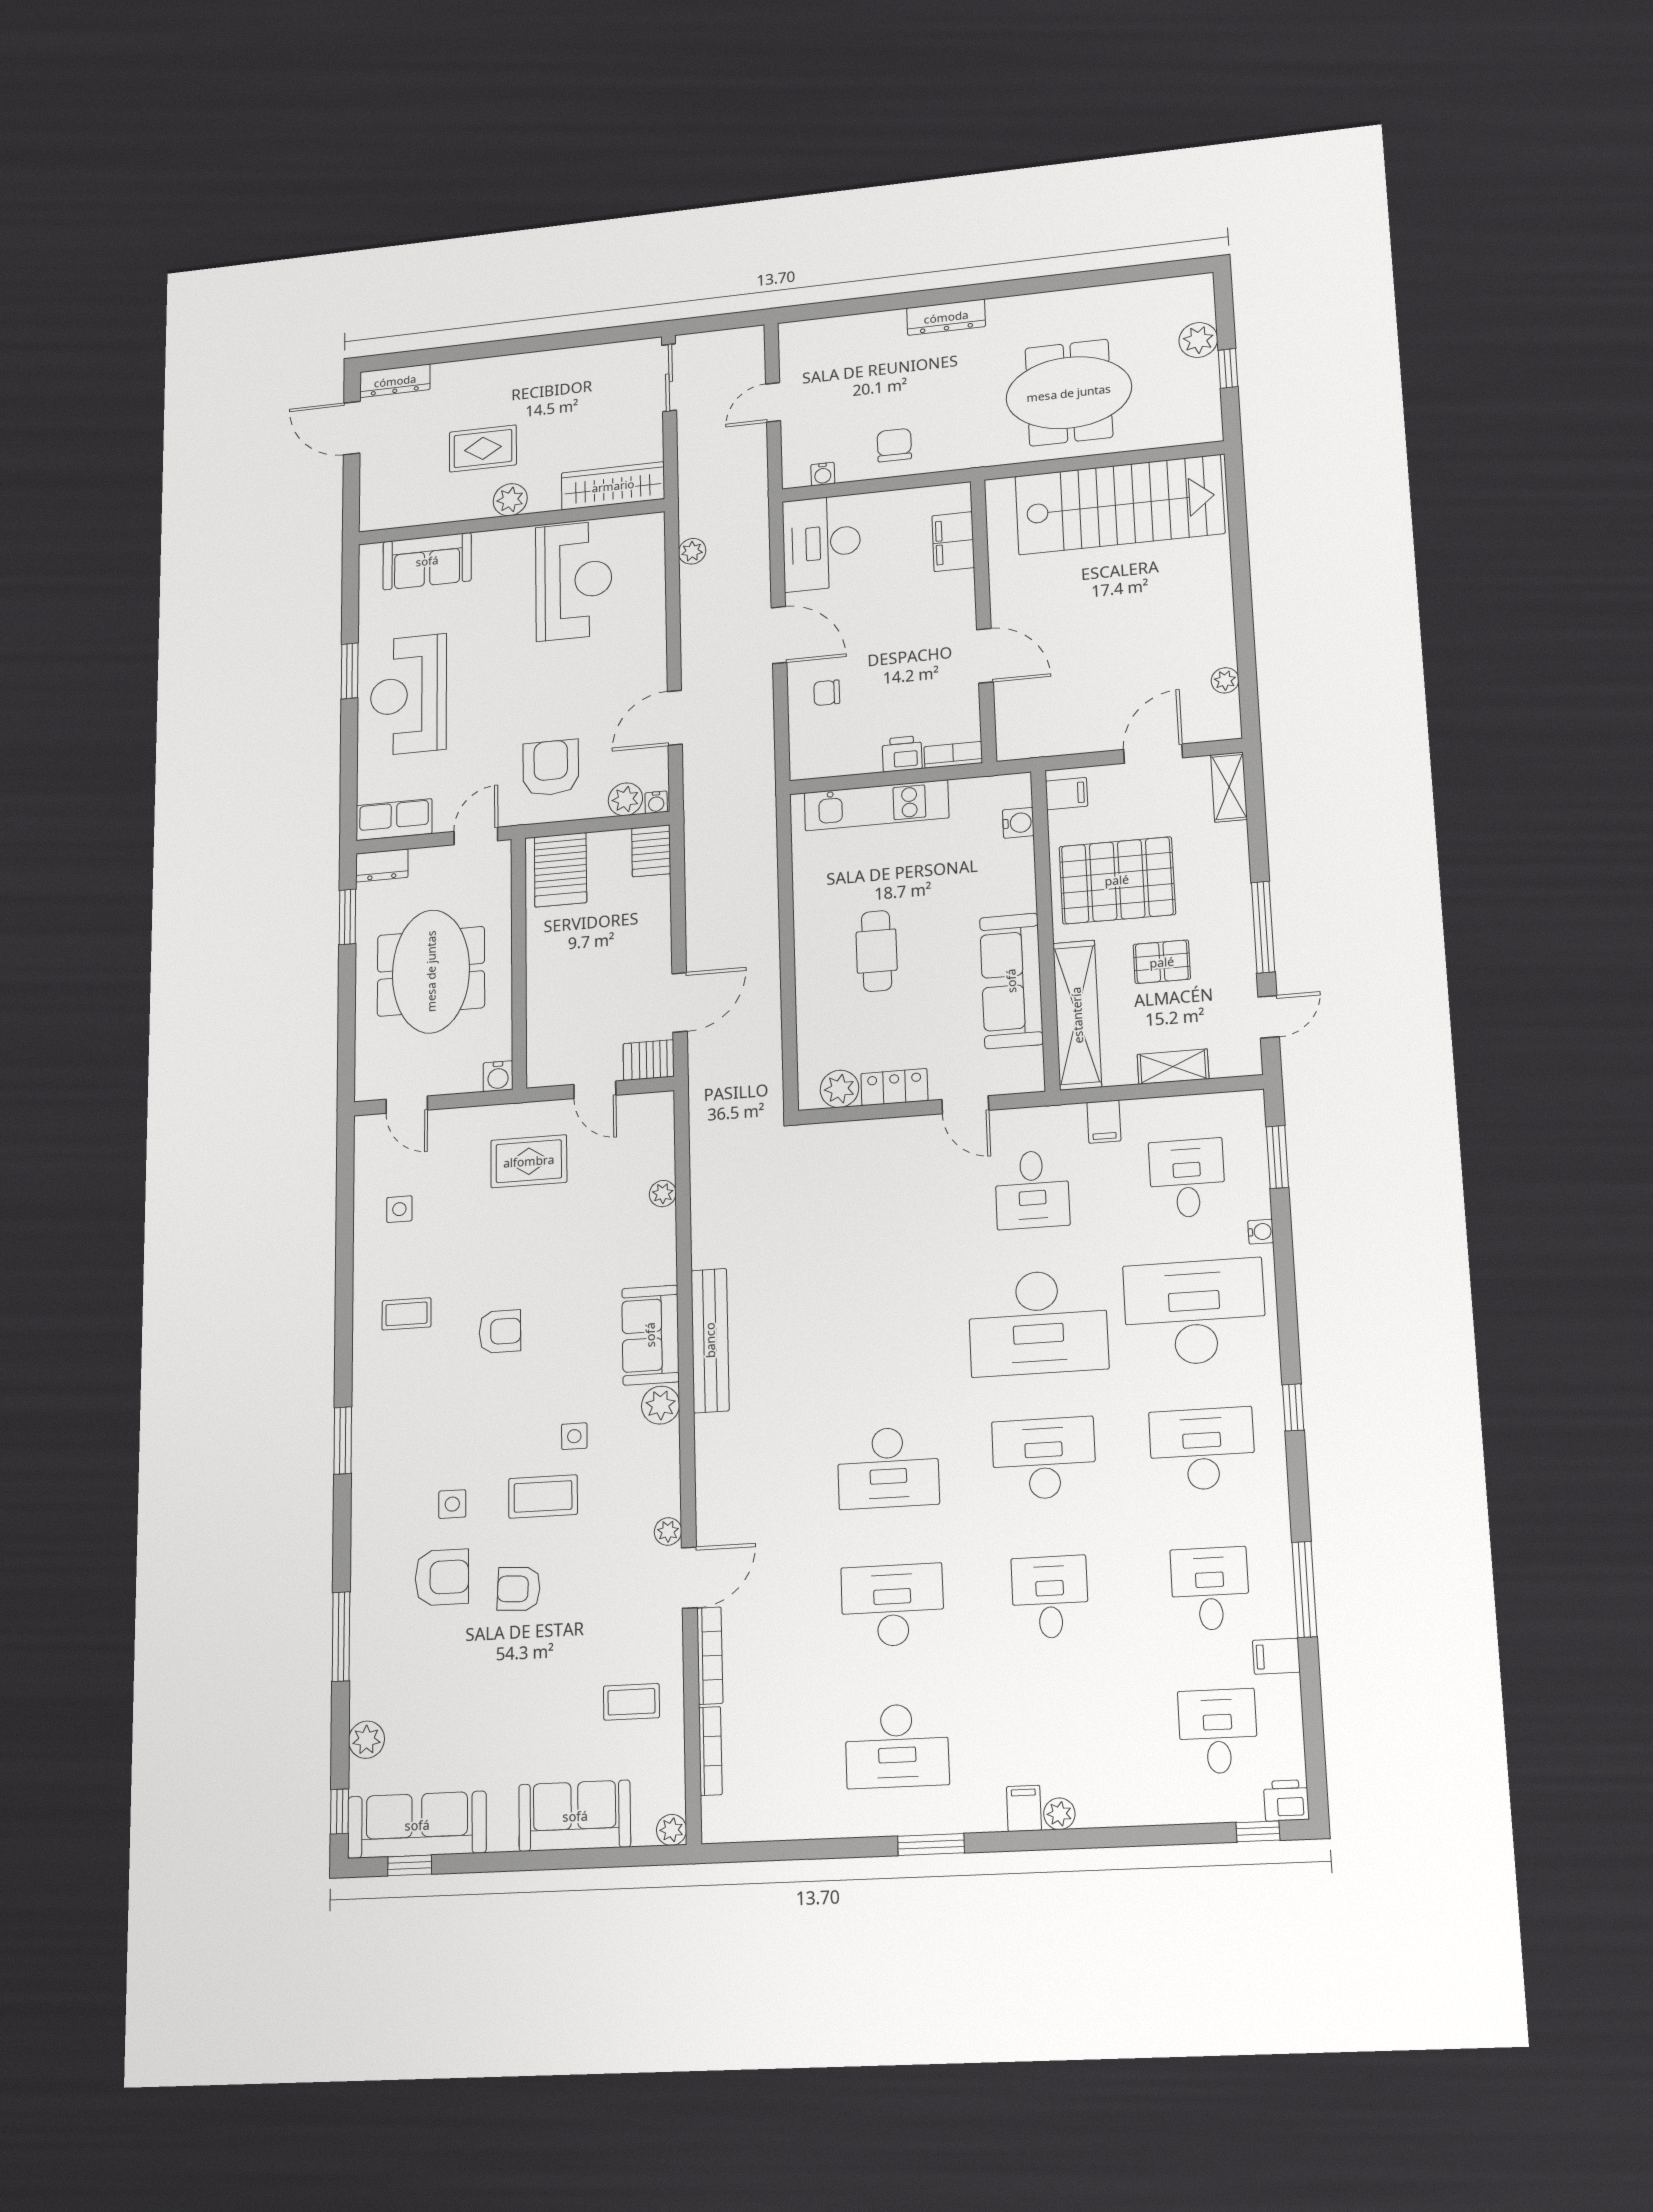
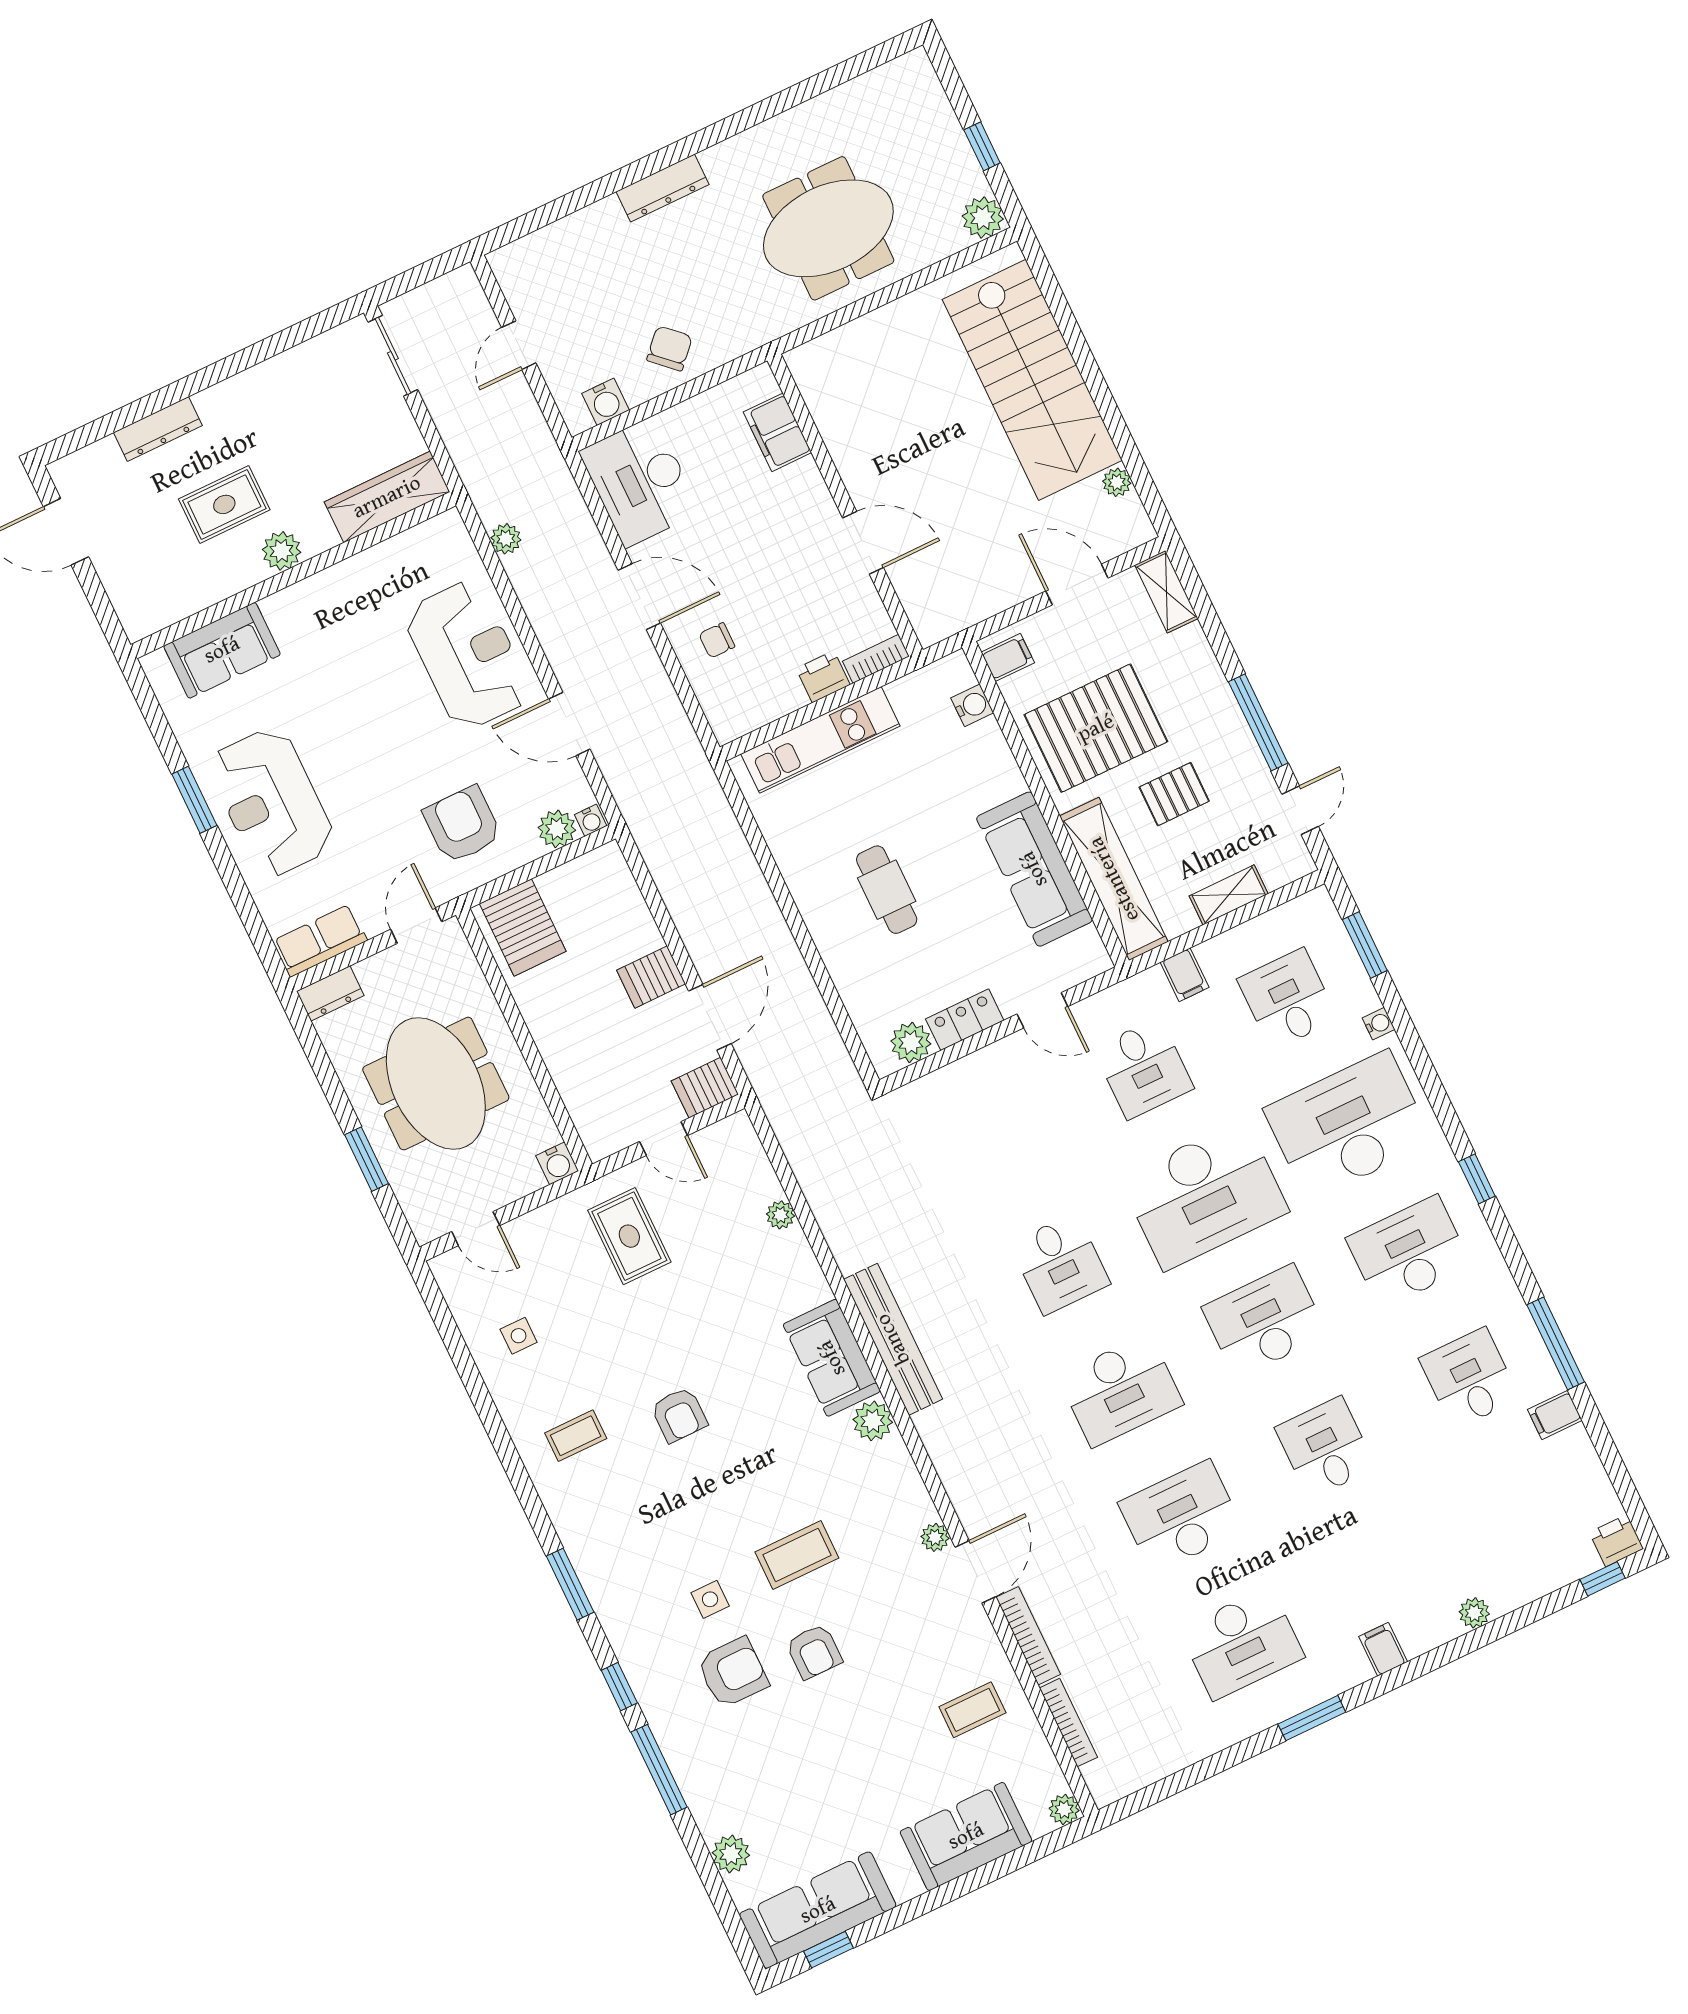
plant: (1198, 340) -> (983, 218), moved
dresser: (395, 381) -> (158, 429), moved
chair: (894, 445) -> (670, 348), turned 43
water cooler: (823, 474) -> (605, 402), width x1.38, depth x1.38
stairs: (1119, 505) -> (1032, 380), moved, turned 90
reception desk: (574, 581) -> (468, 655), moved
door: (675, 718) -> (569, 724), hinge flipped
door: (1153, 754) -> (1077, 584), hinge flipped
server rack: (651, 851) -> (651, 977), moved, turned 90
window: (347, 917) -> (367, 1159), moved
rug: (529, 1161) -> (629, 1236), turned 90
armchair: (500, 1332) -> (679, 1415), turned 90
side table: (574, 1436) -> (801, 1485), removed
armchair: (519, 1589) -> (814, 1652), turned -93
desk: (1218, 1731) -> (1060, 1264), moved, turned 180
window: (339, 1811) -> (619, 1687), moved
plant: (1059, 1814) -> (1474, 1613), moved

